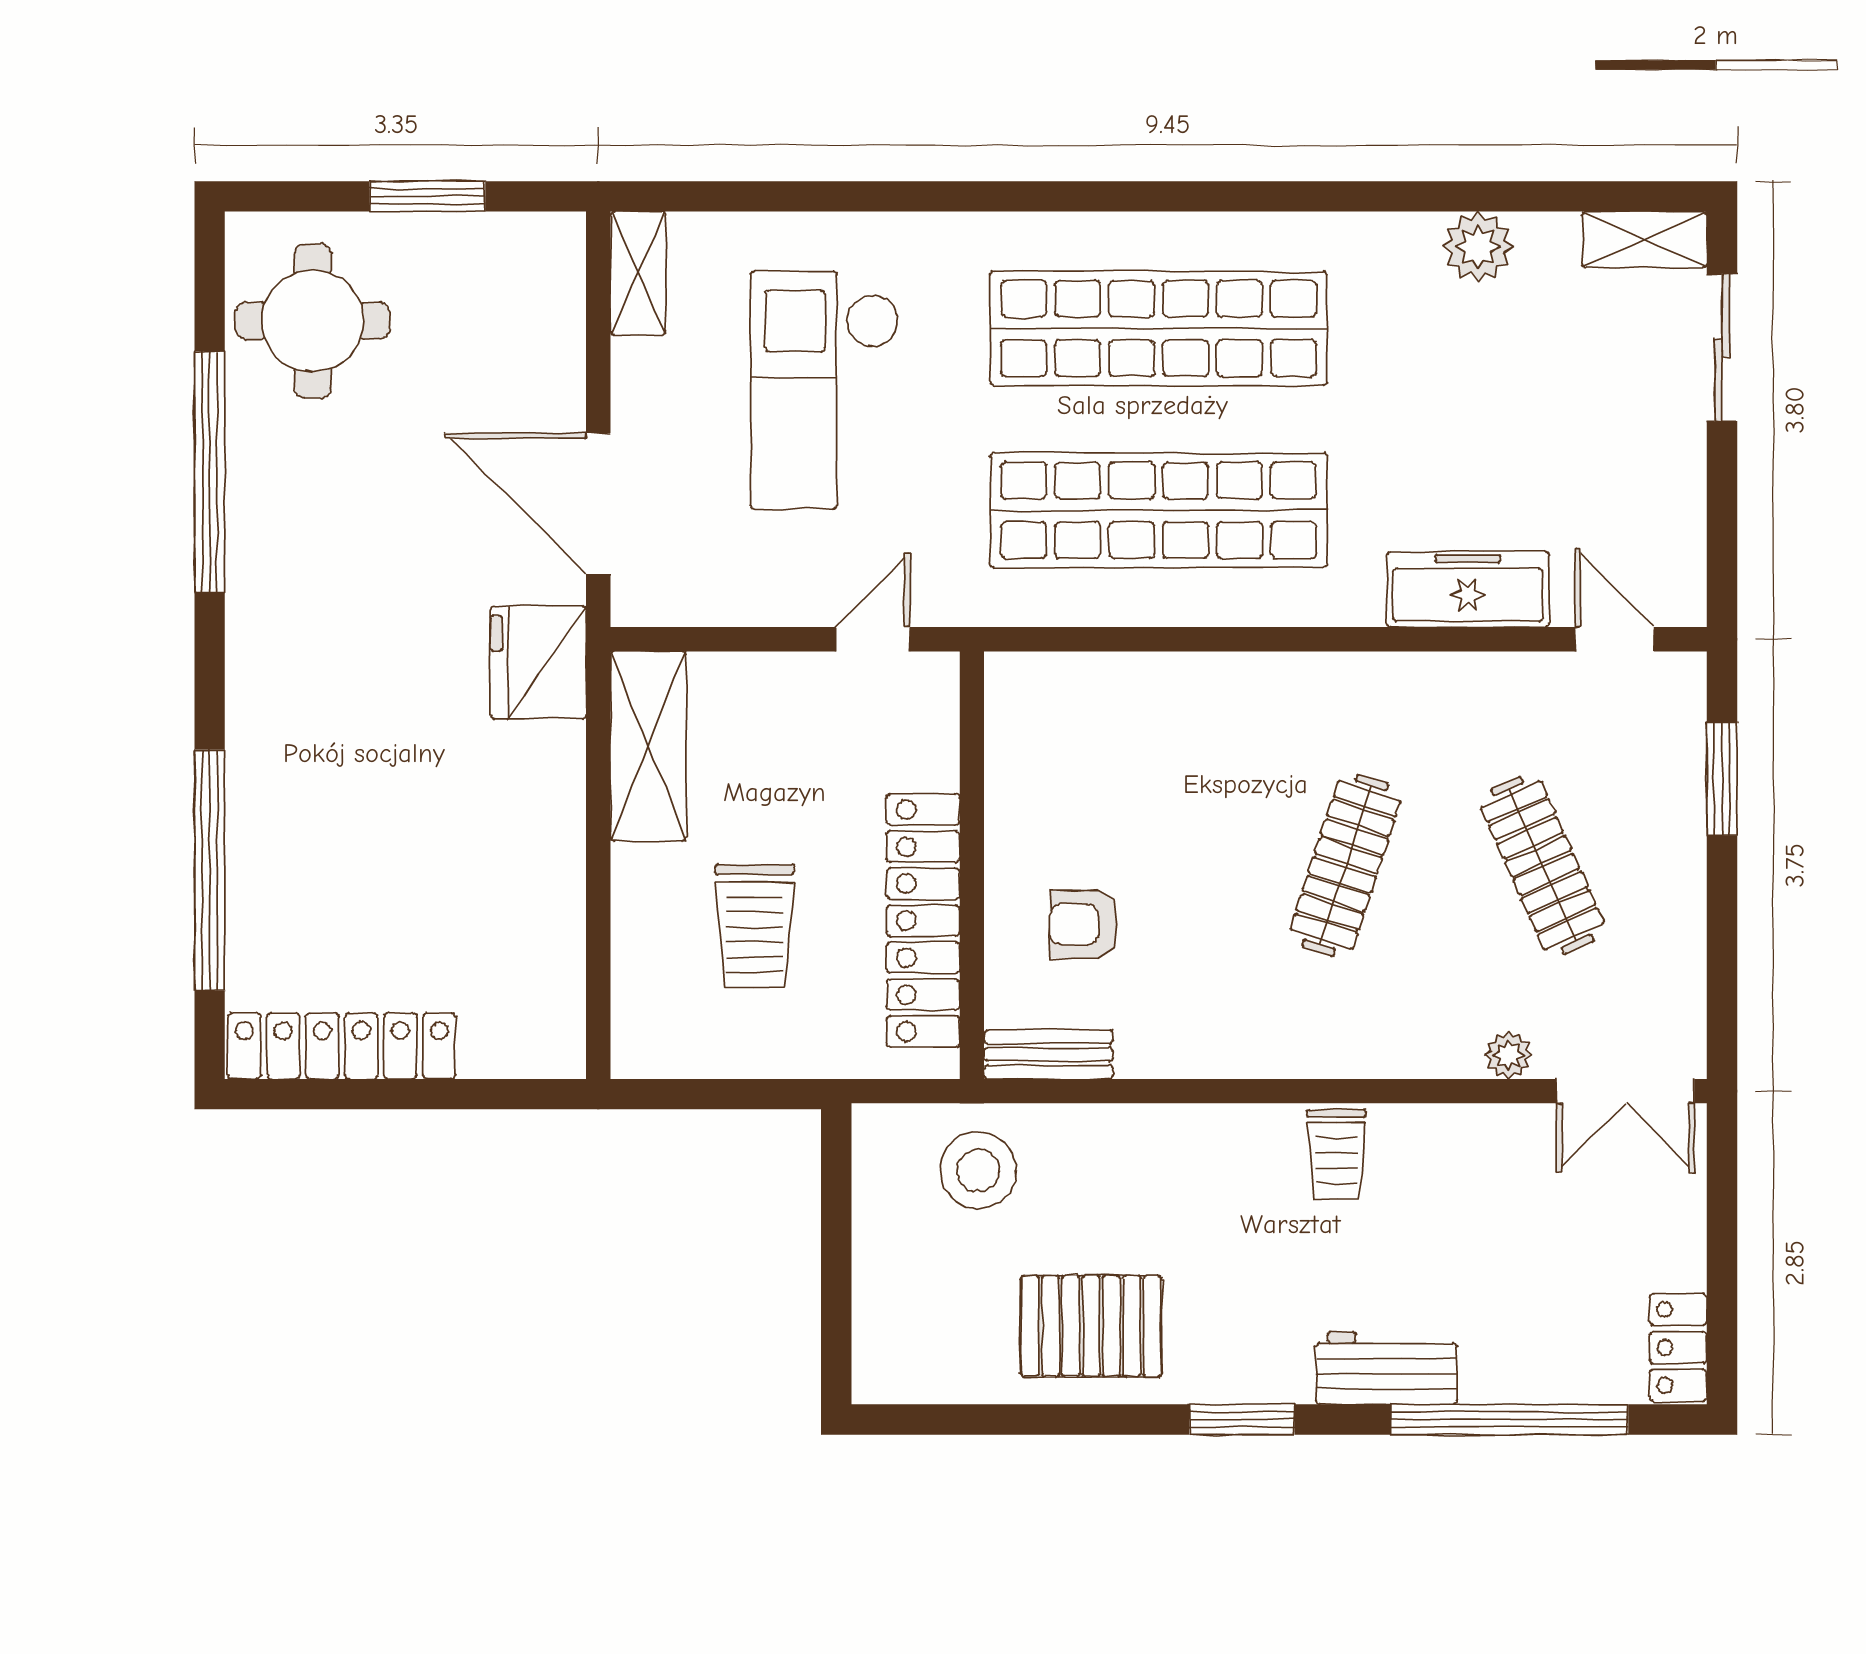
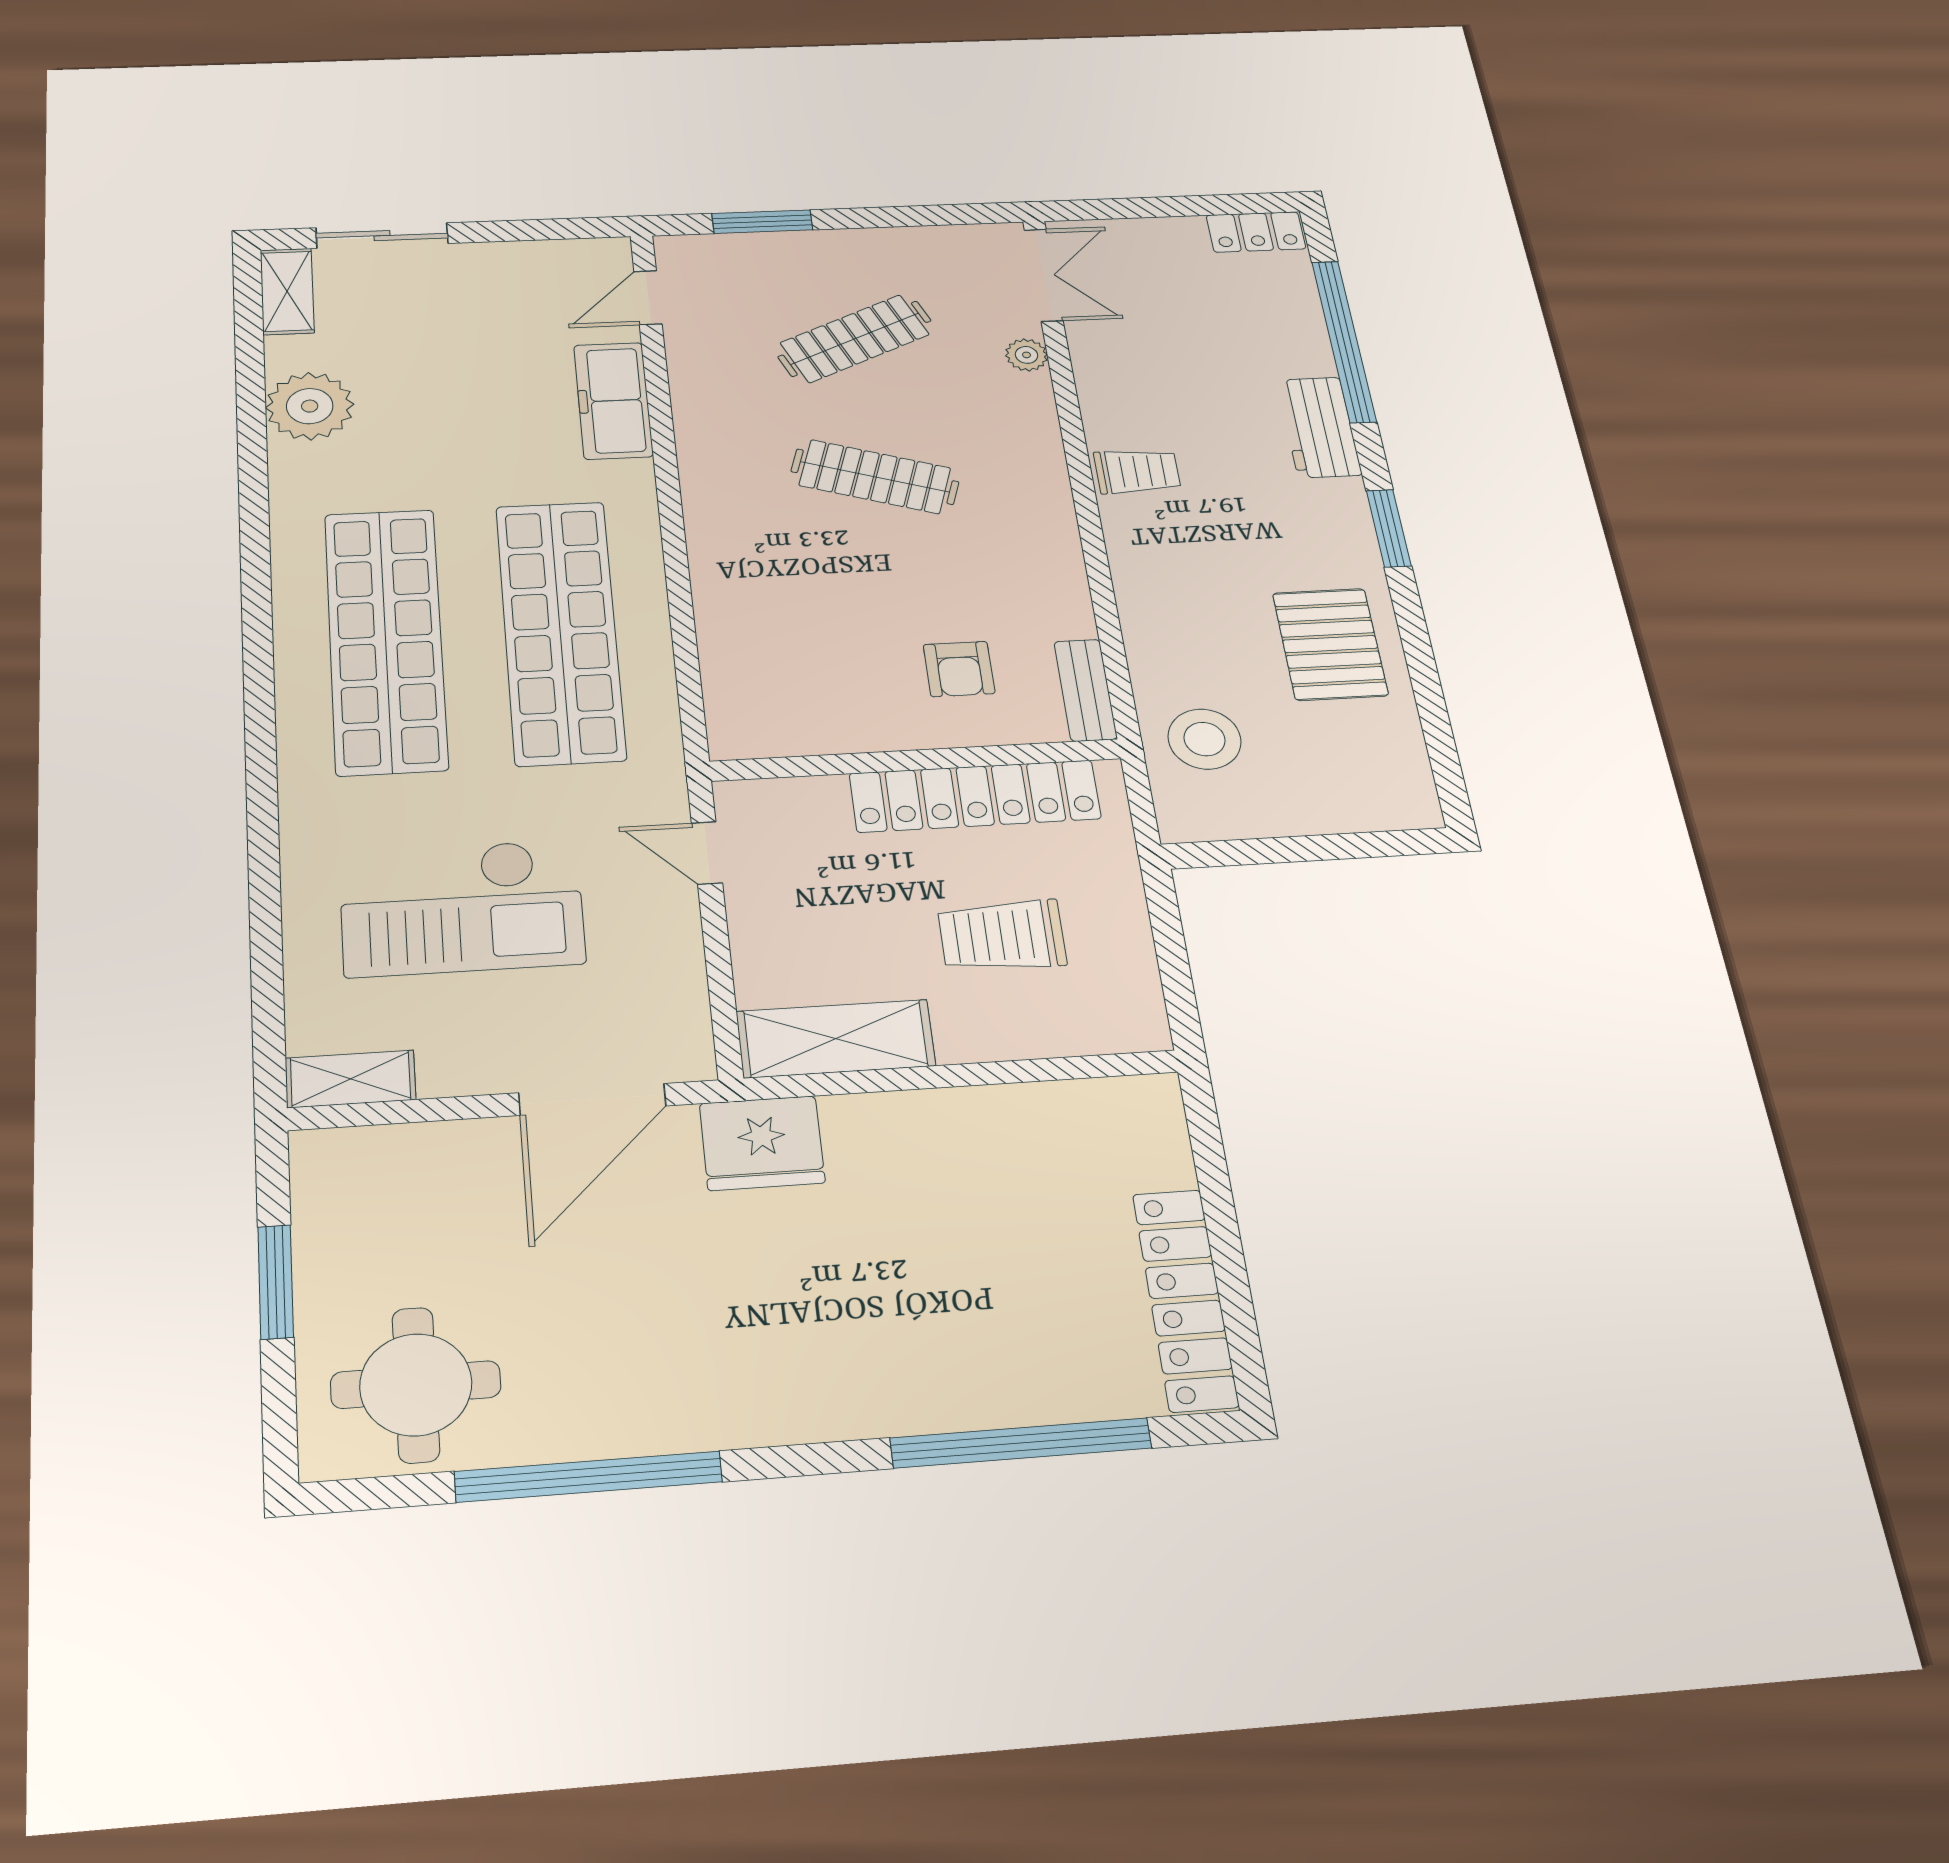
plant: (1478, 247) -> (310, 406), width x1.36, depth x1.36
trolley: (755, 926) -> (1002, 935), turned 180

